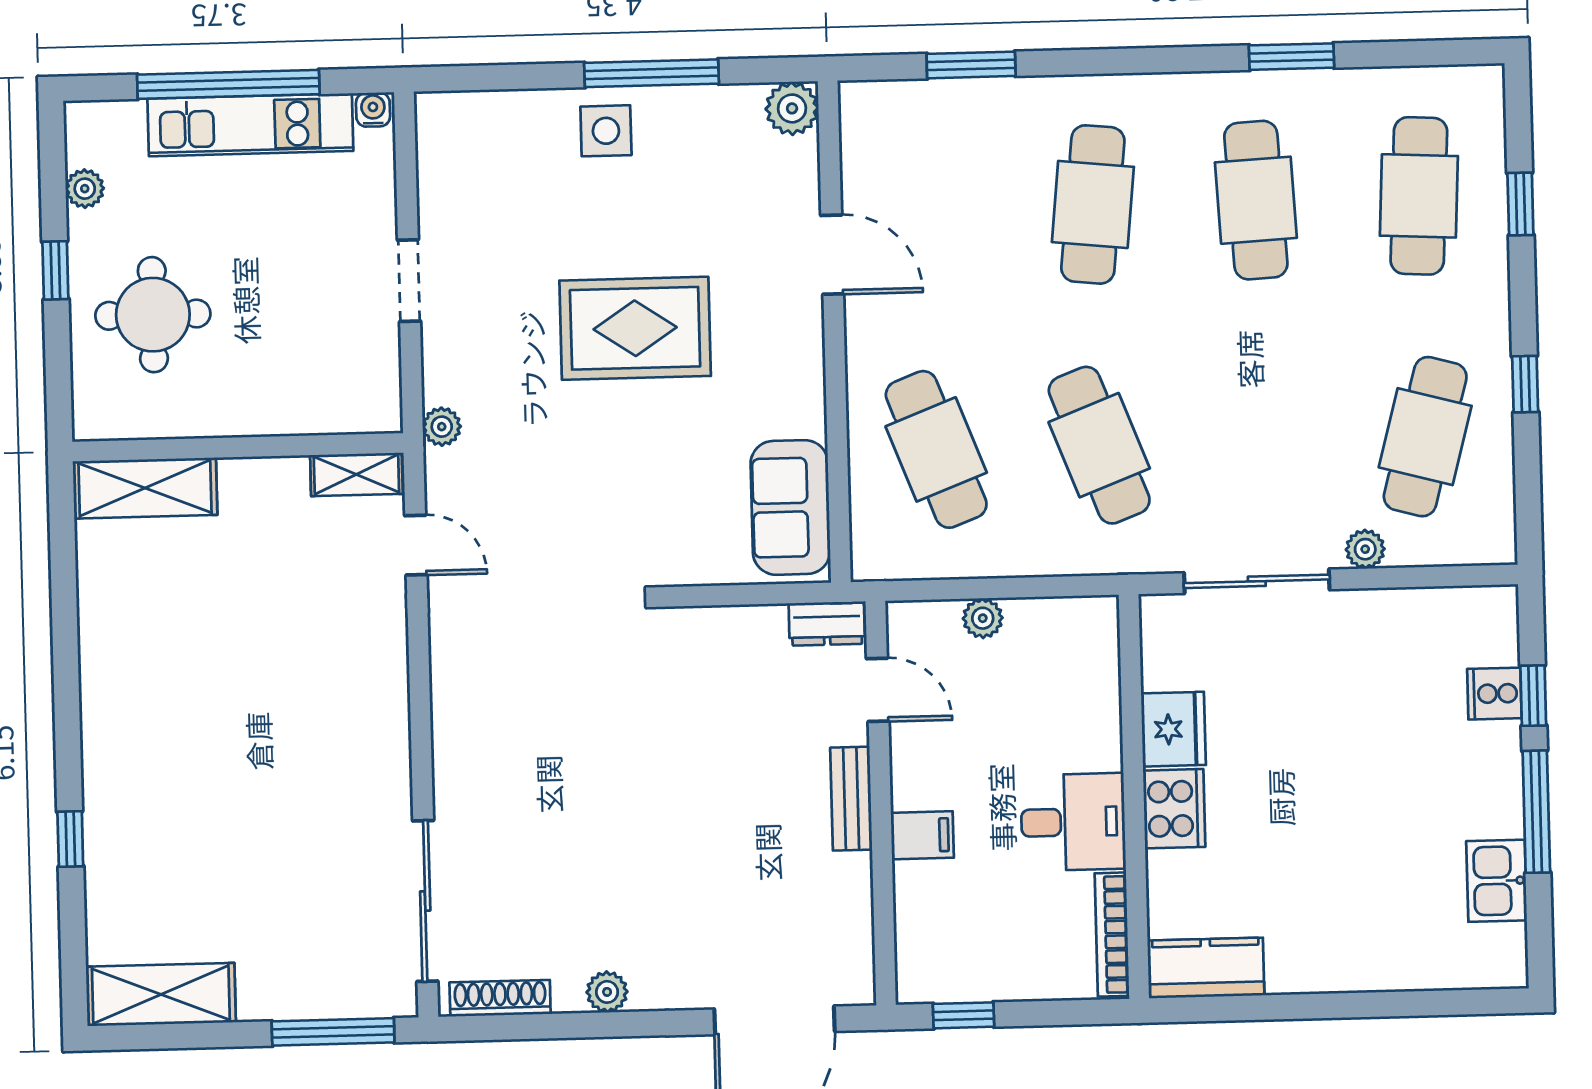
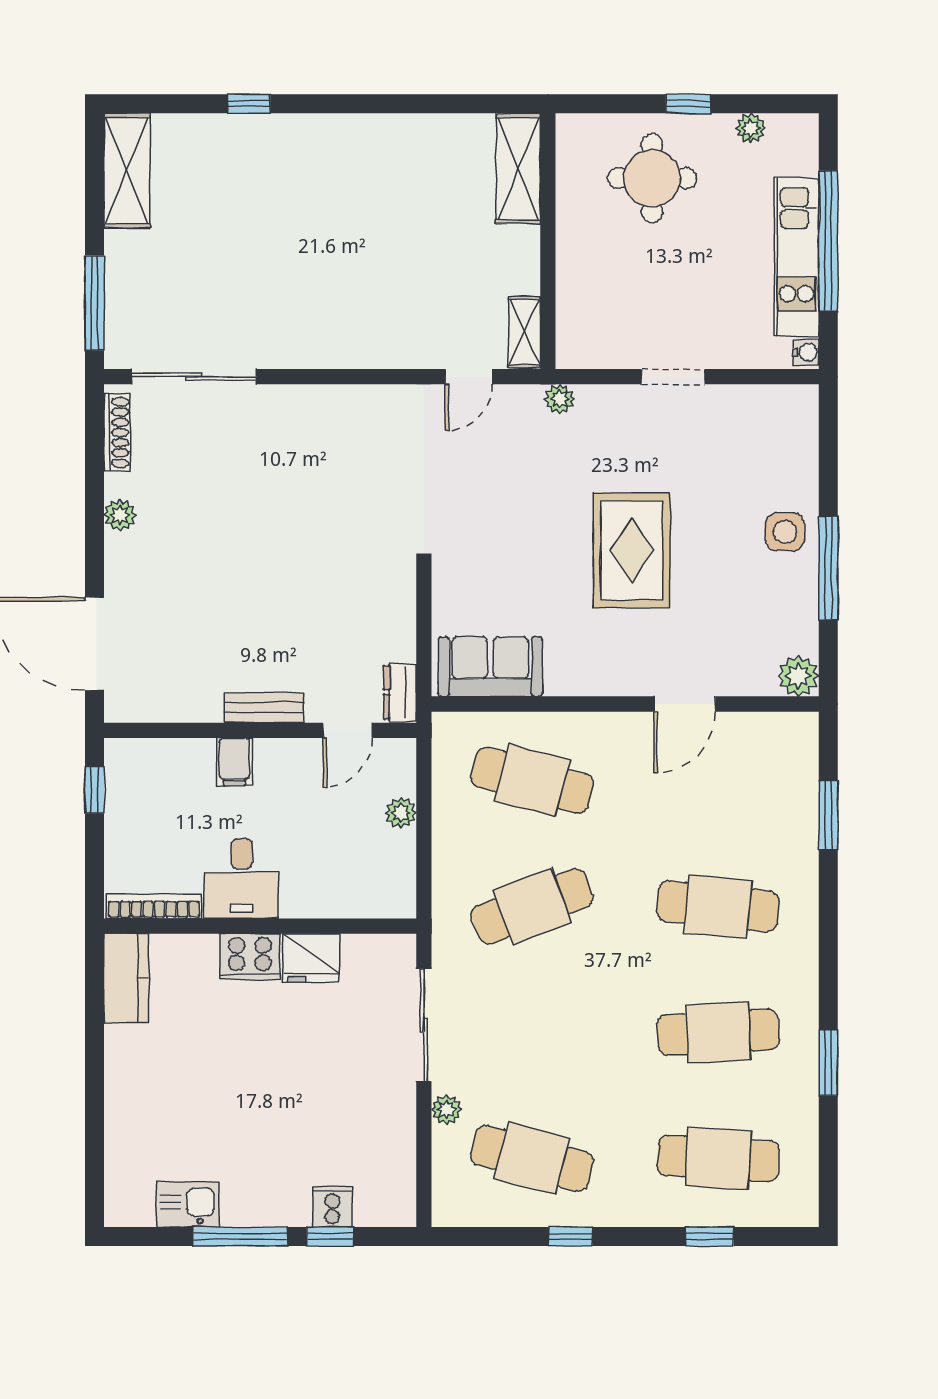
cafe table: (936, 449) -> (532, 780), turned 36

